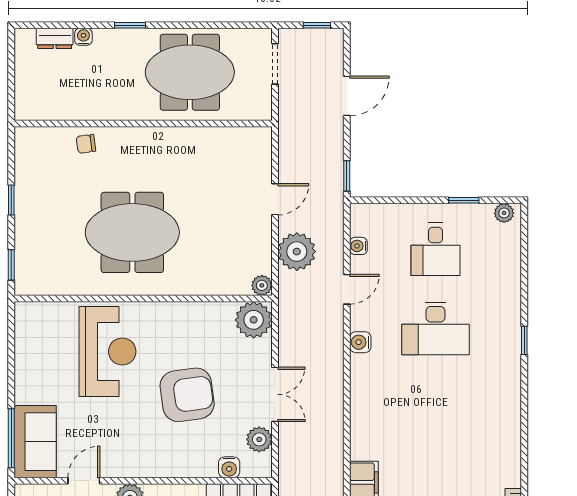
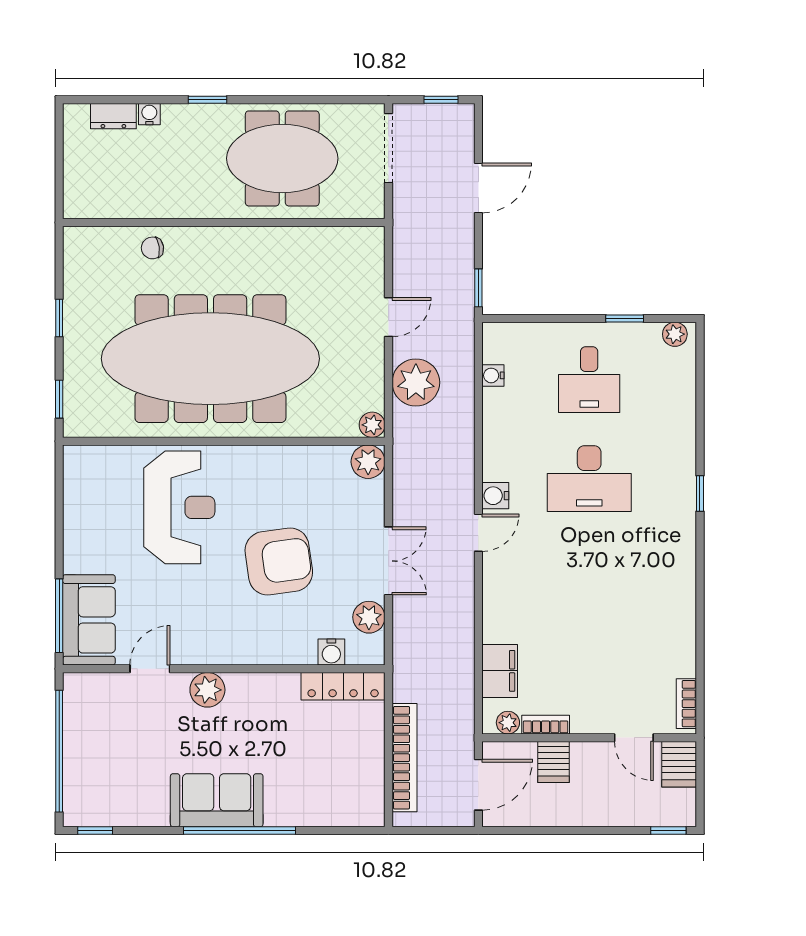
doorway: (275, 64) -> (389, 148), width x1.38
meeting table: (132, 232) -> (210, 359), width x1.86, depth x1.27
door: (347, 289) -> (478, 533), moved
plant: (254, 320) -> (368, 462), width x0.73, depth x0.73

